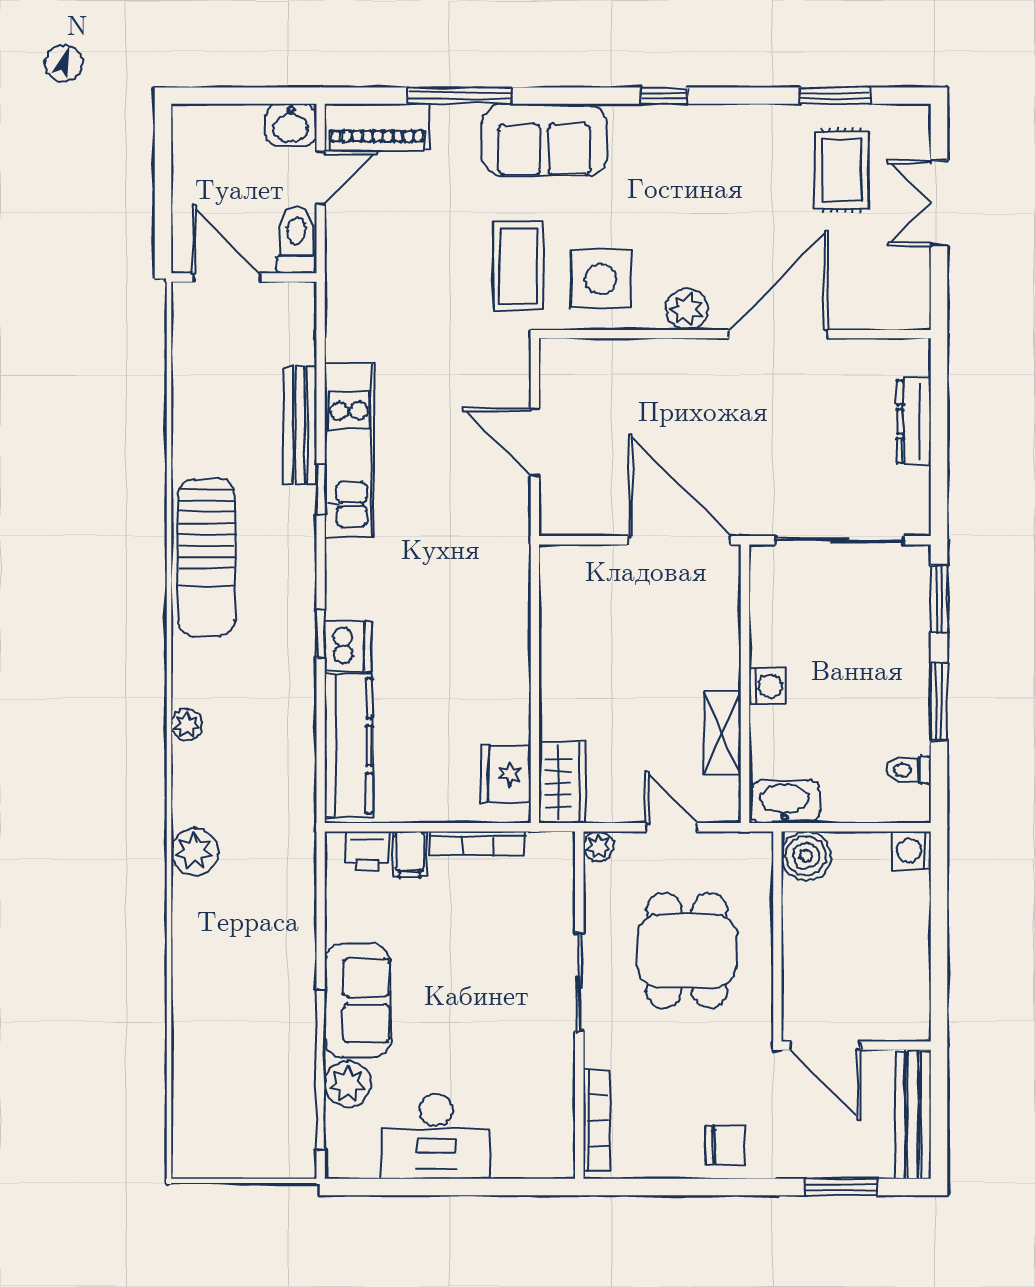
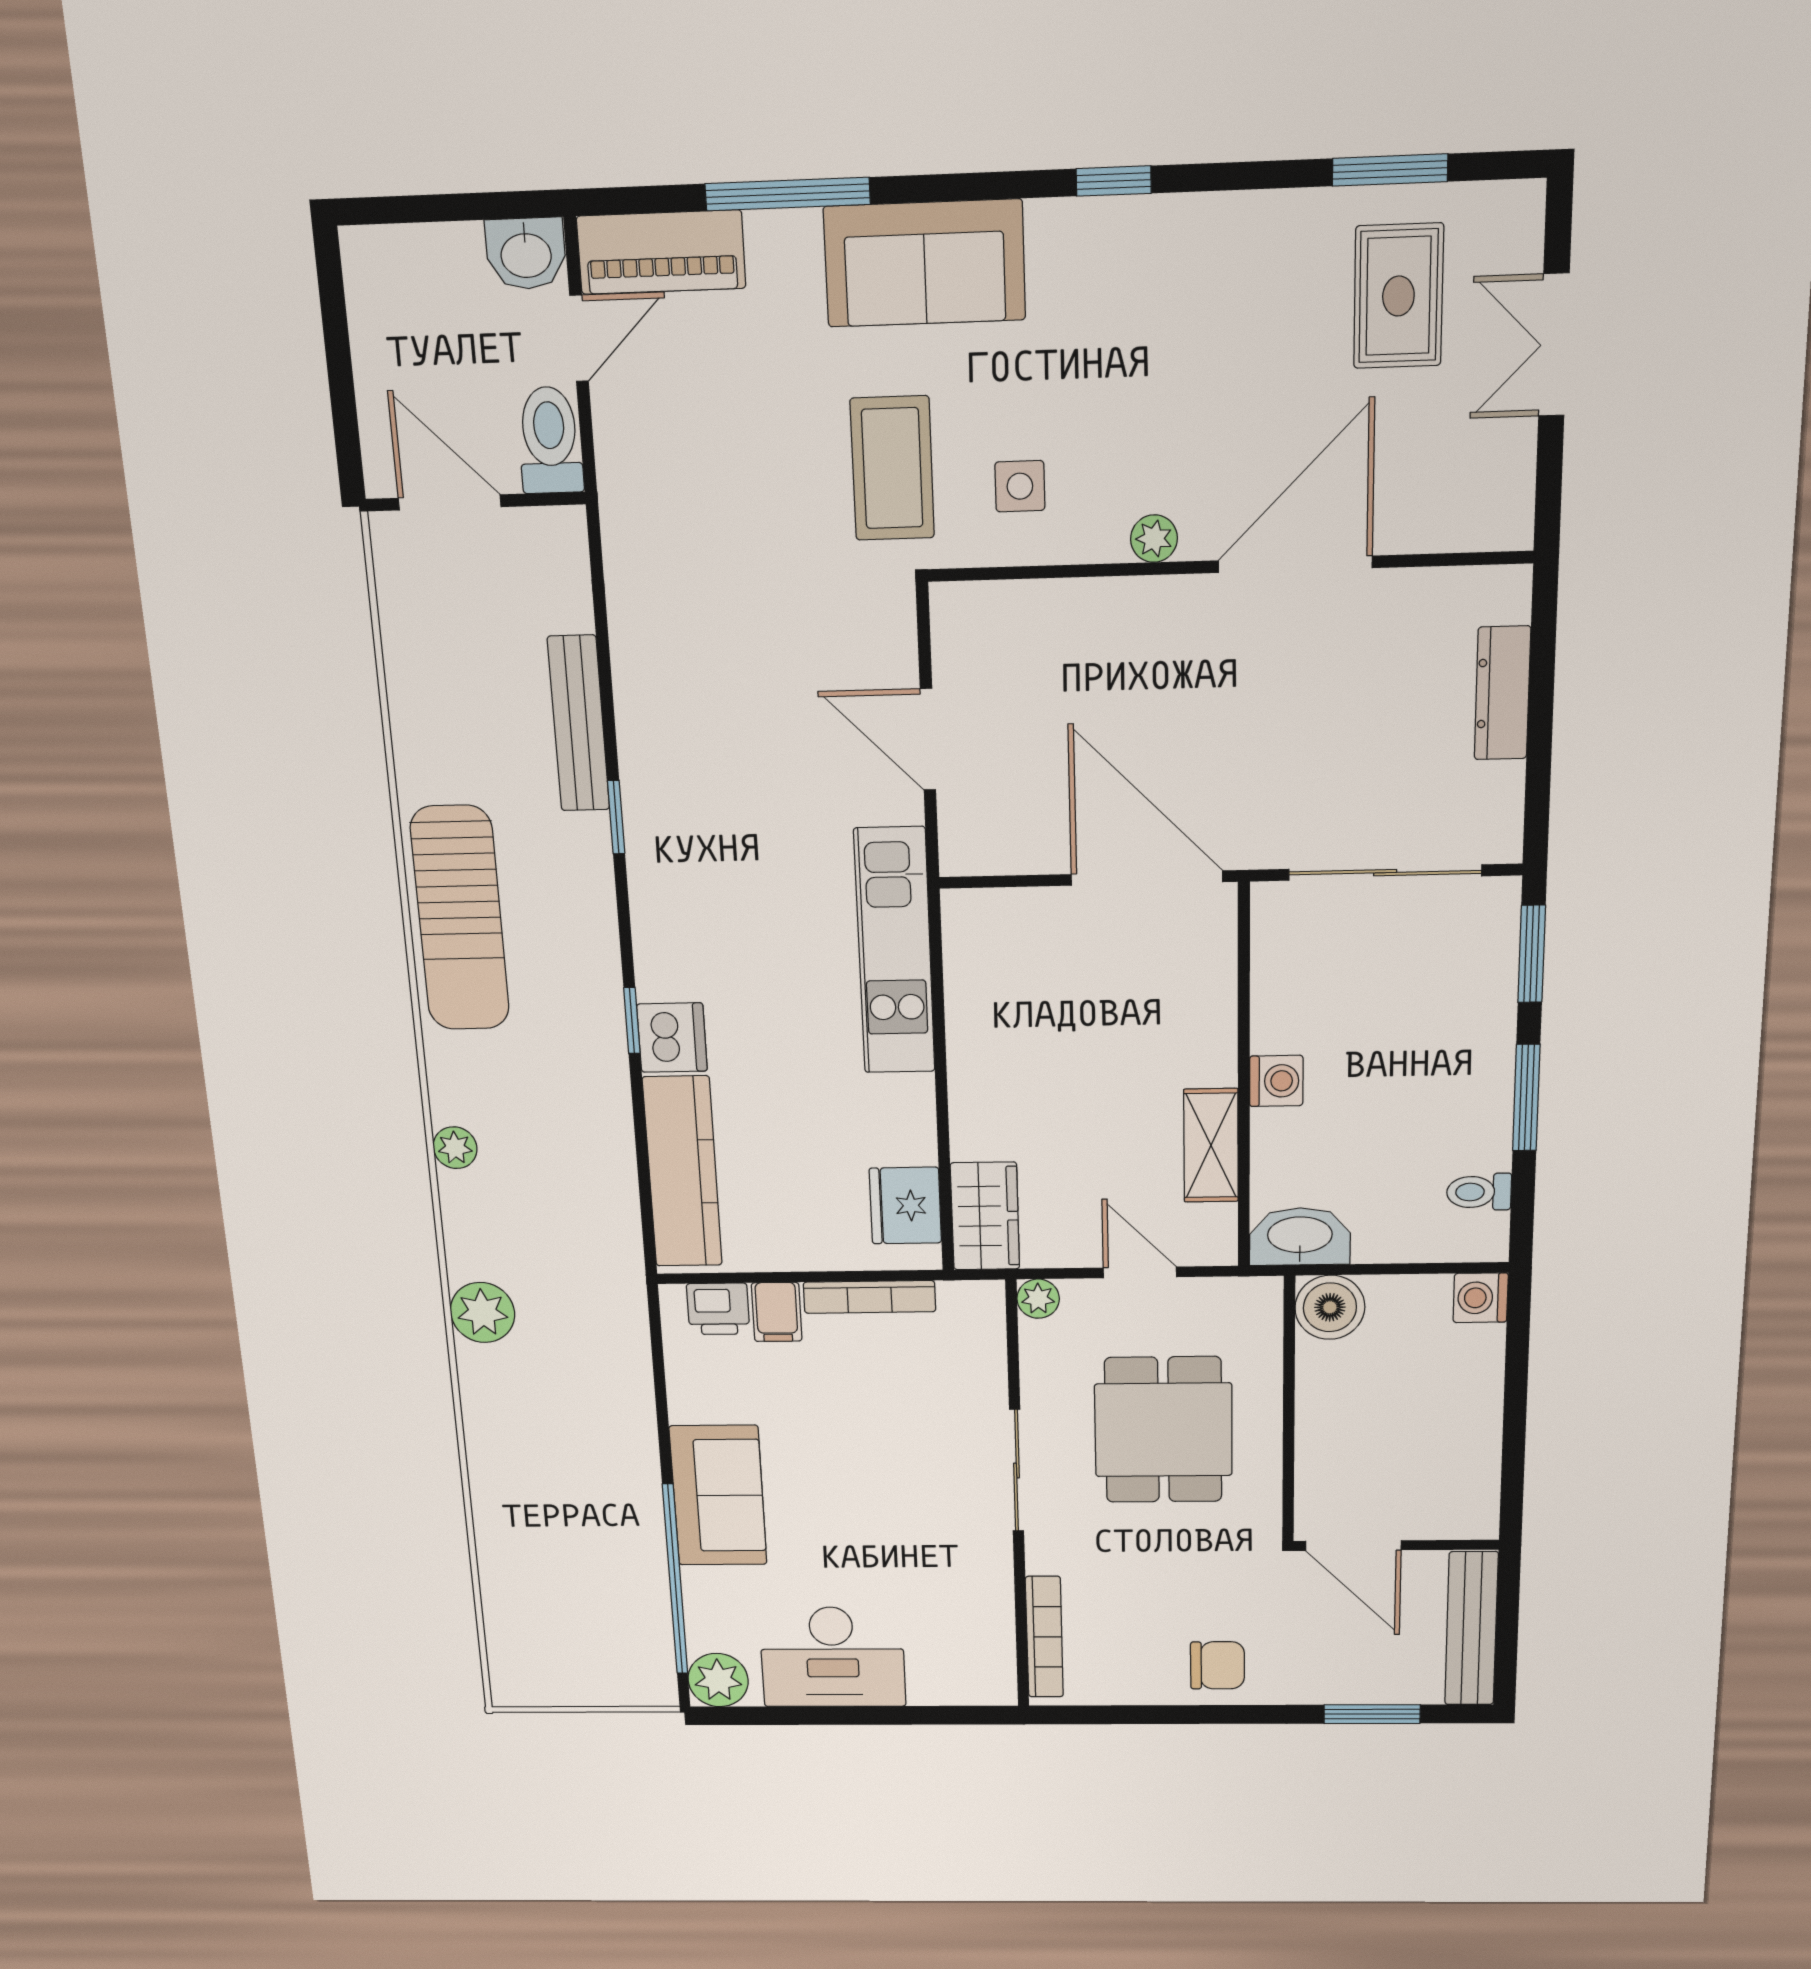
side table: (601, 279) -> (1020, 486), width x0.54, depth x0.54
plant: (687, 309) -> (1154, 539), width x0.73, depth x0.73
kitchen unit: (349, 450) -> (895, 951), moved, turned 180
plant: (348, 1084) -> (718, 1680), moved

